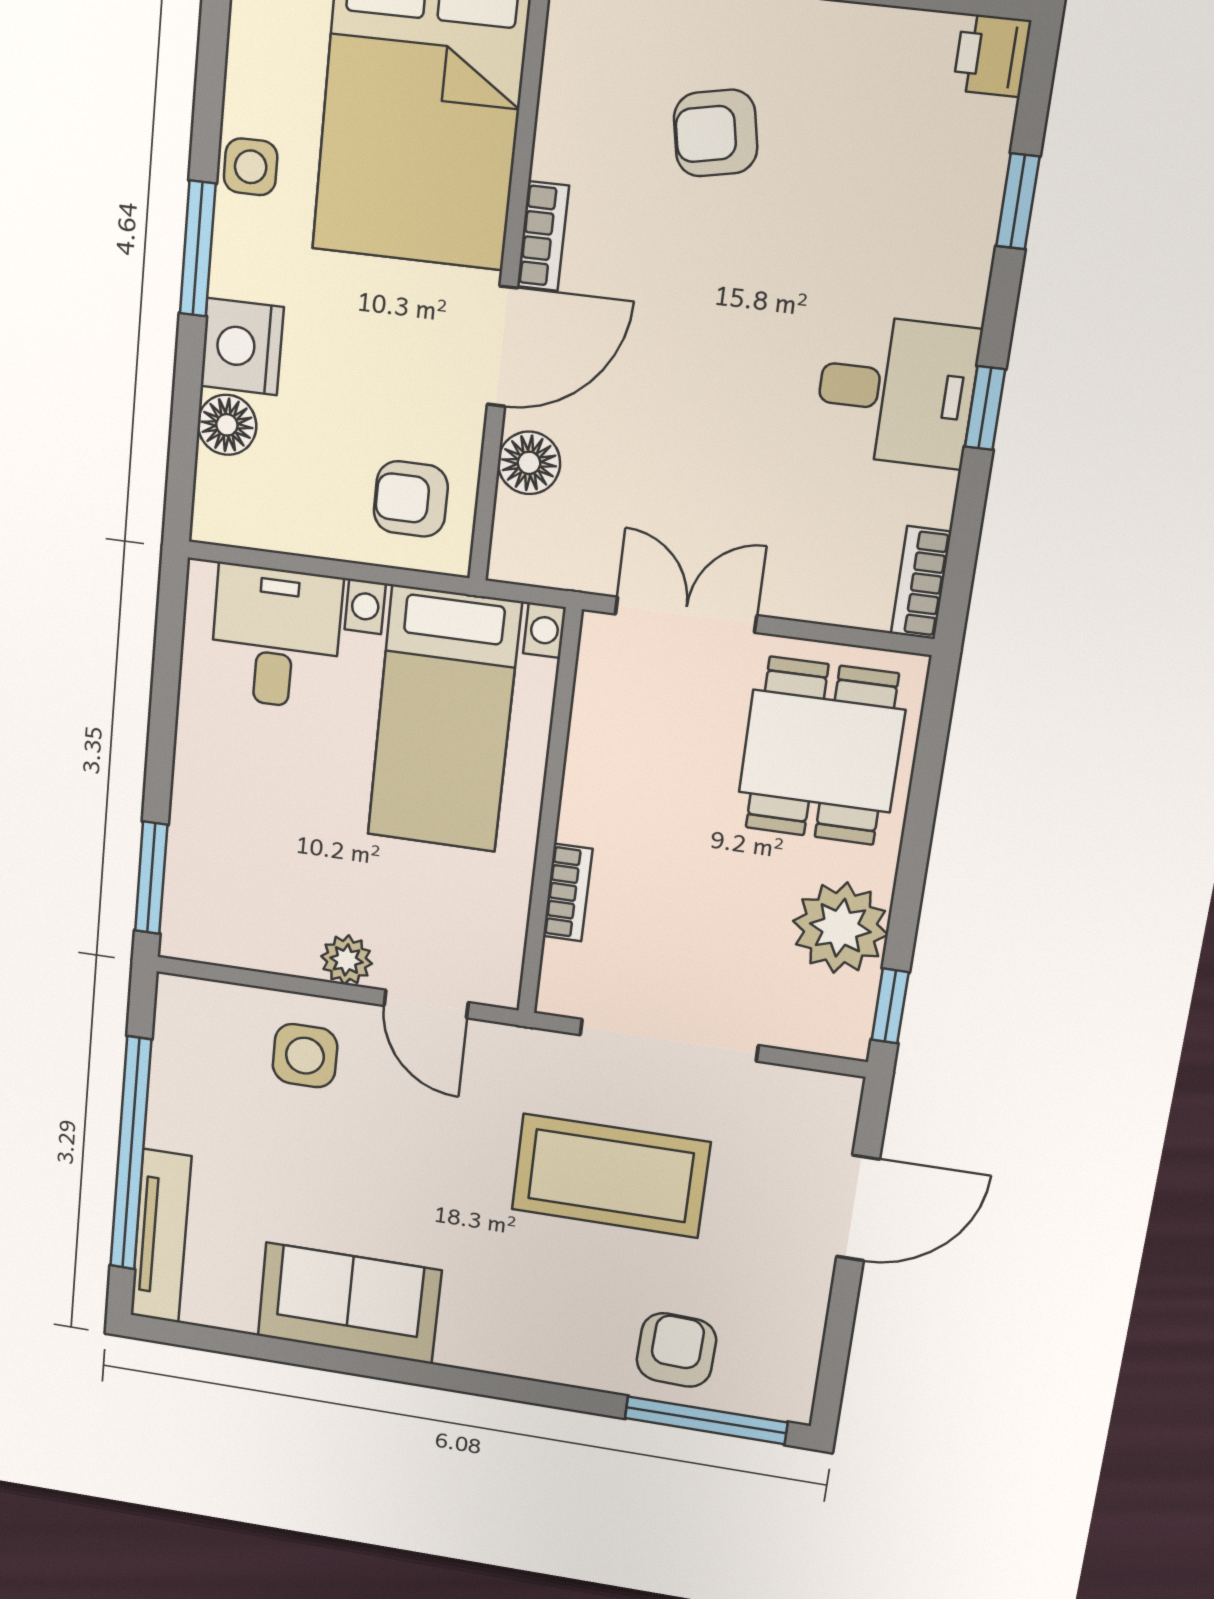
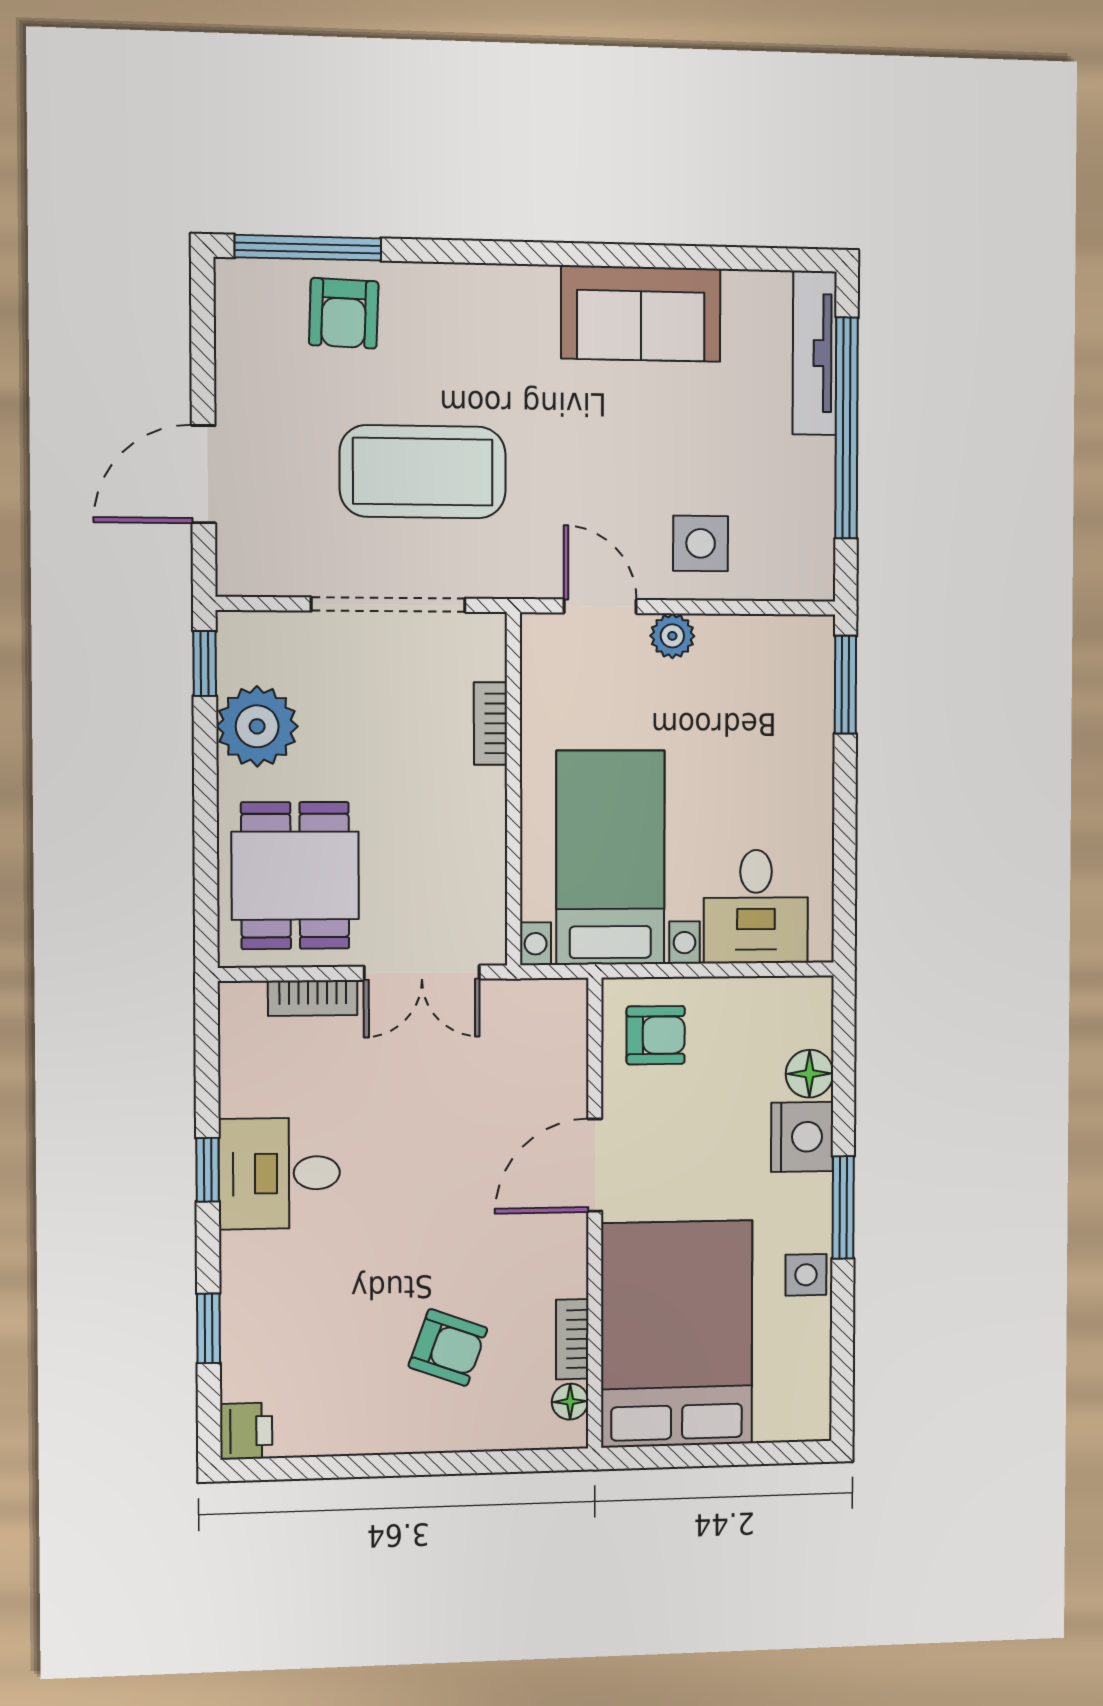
armchair: (716, 133) -> (448, 1347), turned 31
bookcase: (543, 236) -> (572, 1339), moved
floor lamp: (529, 463) -> (570, 1402), moved, width x0.73, depth x0.73
bookcase: (921, 583) -> (313, 998), moved, turned 90

